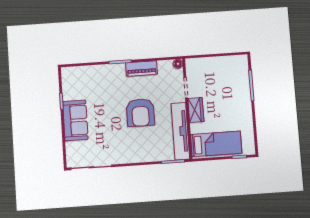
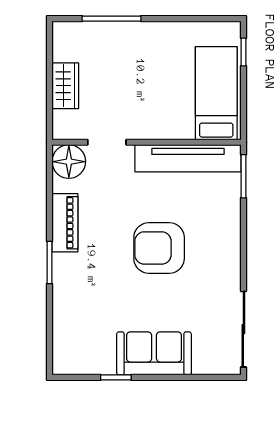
floor lamp: (178, 64) -> (69, 162), width x1.89, depth x1.89
wardrobe: (196, 110) -> (65, 86), moved, turned 90
armchair: (140, 113) -> (159, 248), moved, turned 180

